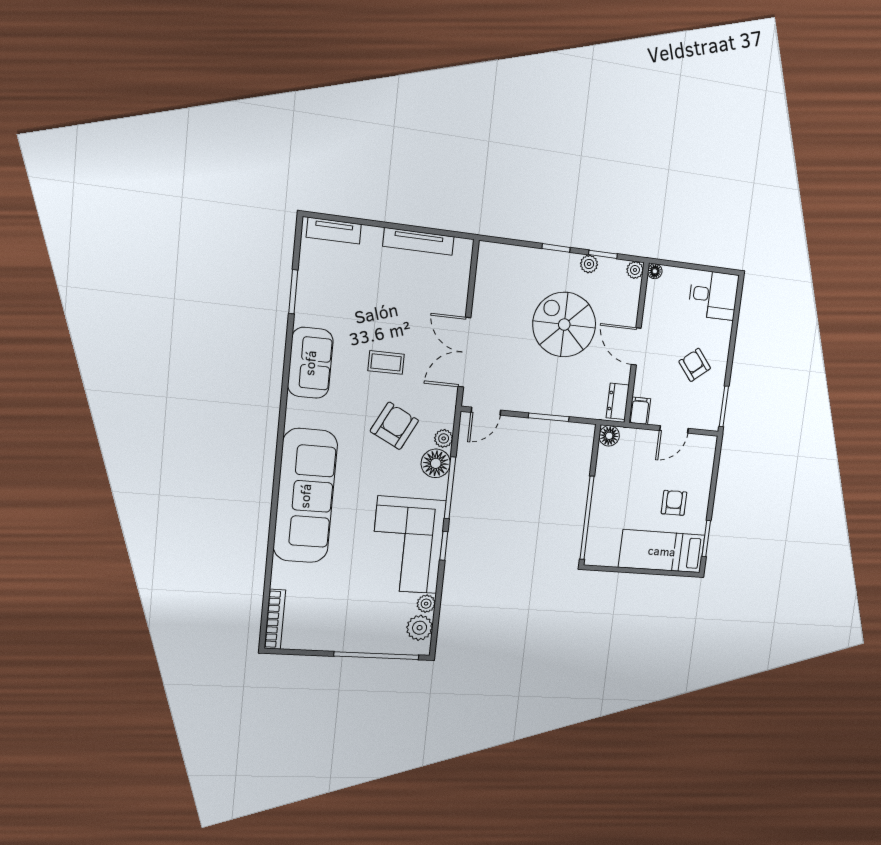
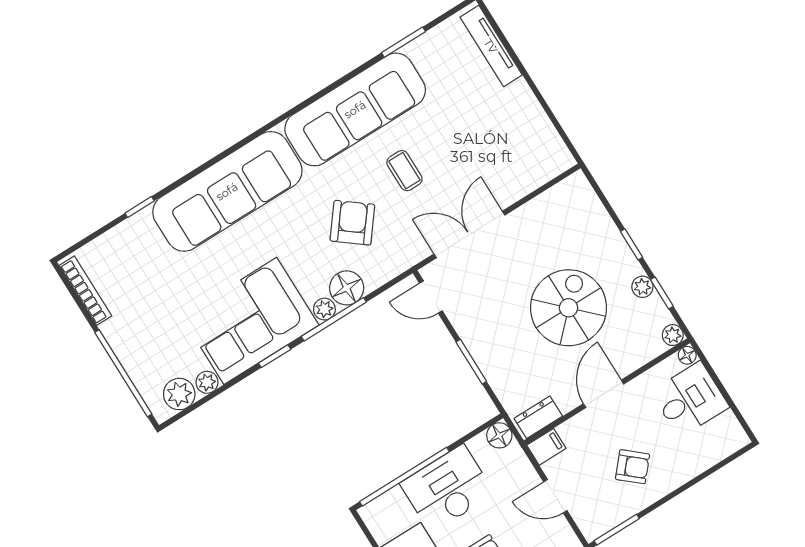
tv unit: (334, 231) -> (491, 46), width x1.41
tv unit: (419, 241) -> (535, 116), removed
desk: (713, 295) -> (690, 399), moved, turned -90
sofa: (310, 363) -> (355, 109), width x1.85, depth x1.27
armchair: (695, 365) -> (633, 467), turned 80
armchair: (394, 426) -> (352, 223), turned -79
plant: (444, 438) -> (324, 309), moved
desk: (616, 496) -> (447, 489), added
window: (269, 565) -> (140, 207), added
bookcase: (275, 619) -> (86, 291), moved, turned -90

